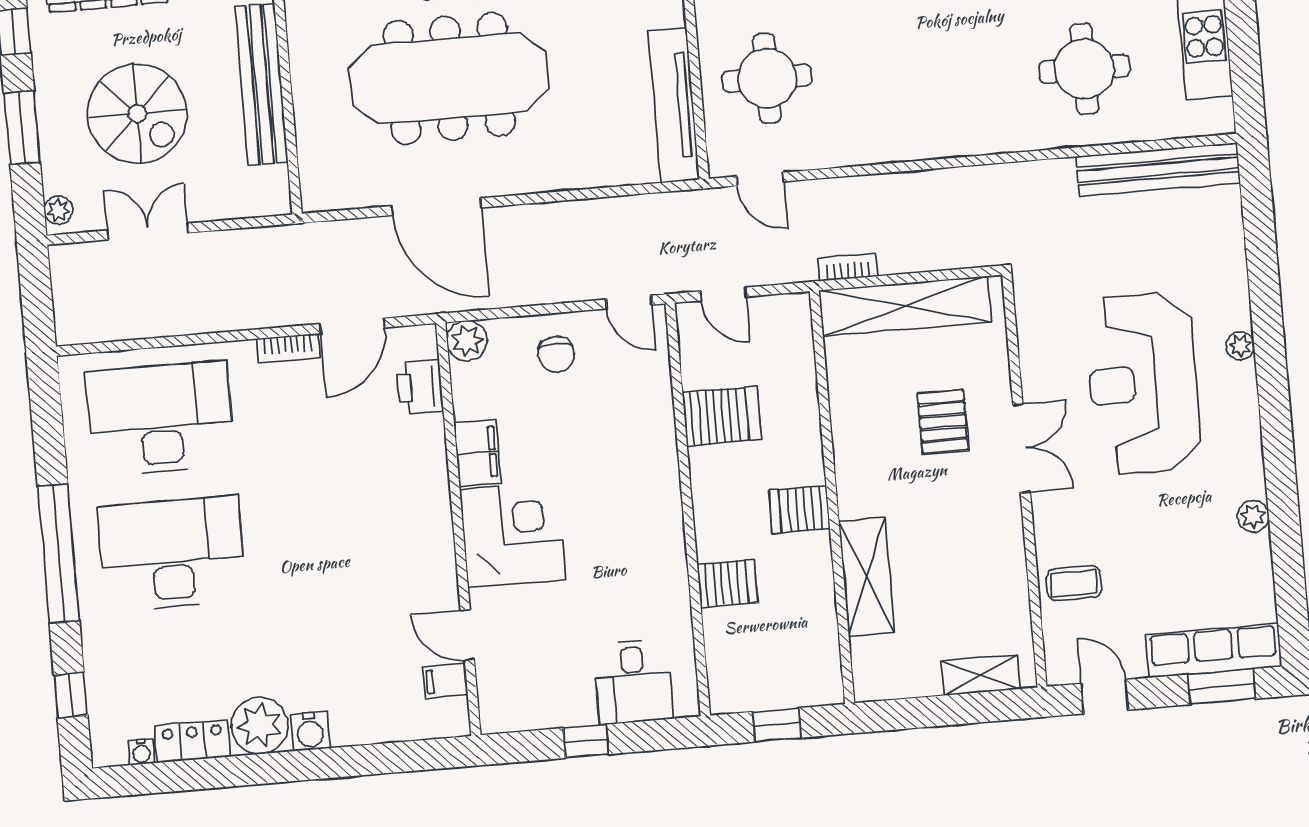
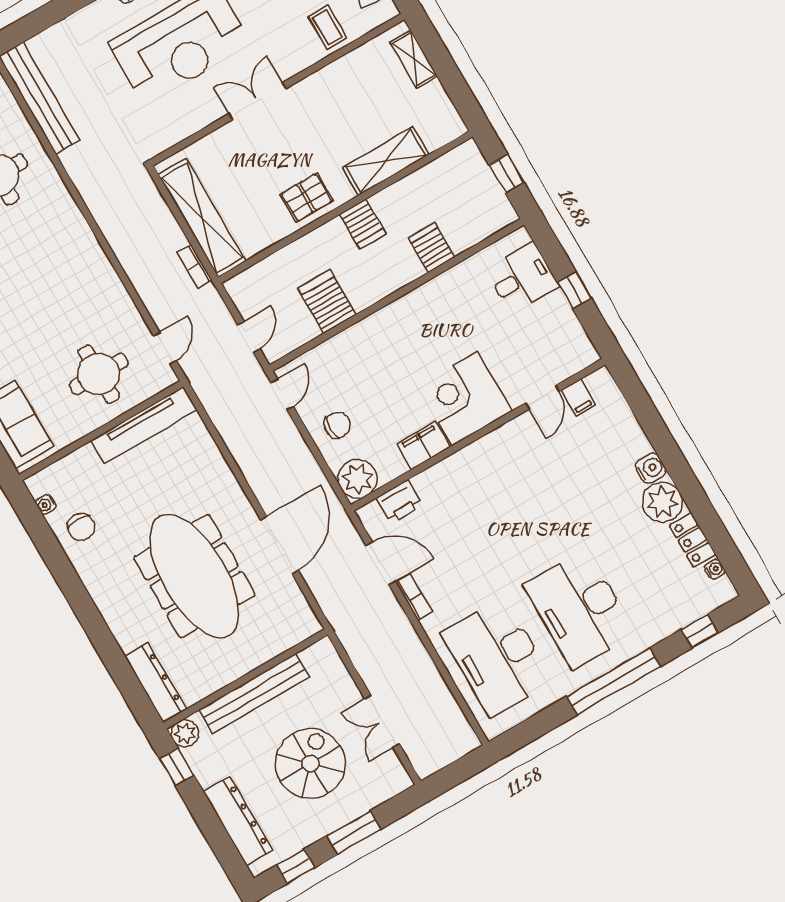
plant: (58, 210) -> (395, 785), removed
plant: (467, 341) -> (358, 479), width x1.36, depth x1.36
pallet: (943, 422) -> (307, 198), moved

